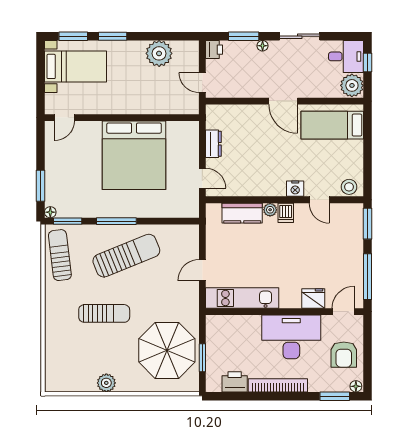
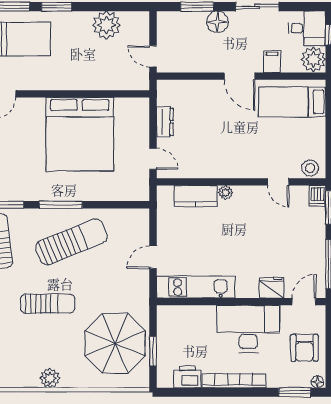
floor lamp: (263, 46) -> (217, 22), width x1.89, depth x1.89
printer: (214, 50) -> (165, 21), removed
filing cabinet: (313, 88) -> (272, 62), added
nightstand: (295, 189) -> (252, 170), removed
dishwasher: (286, 213) -> (317, 196), moved

